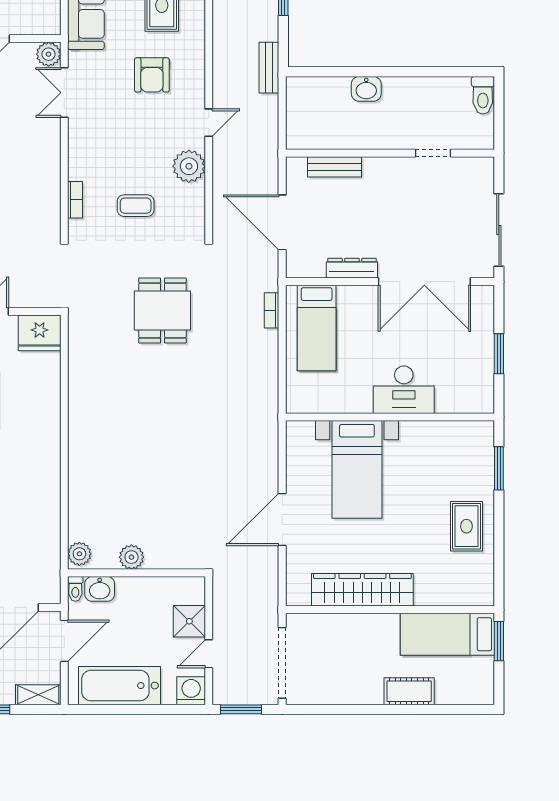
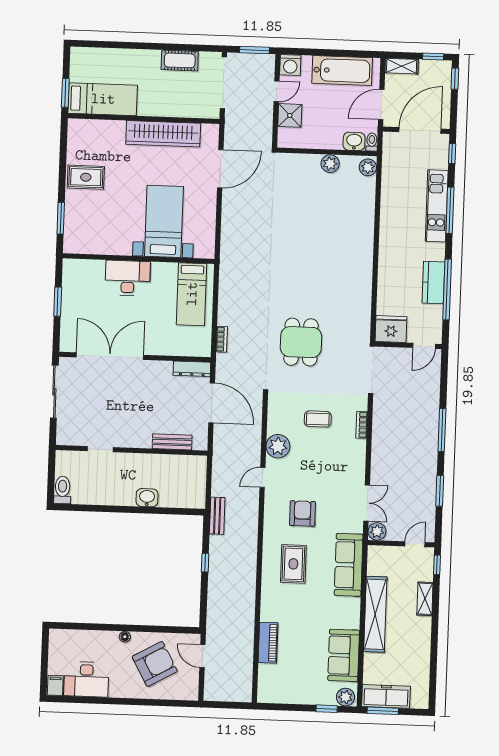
dresser: (352, 268) -> (192, 369), moved
bed: (317, 328) -> (192, 294), moved, turned 180
door: (282, 520) -> (220, 169), moved
rug: (466, 526) -> (86, 177), turned 90
cot: (409, 691) -> (180, 60), moved

